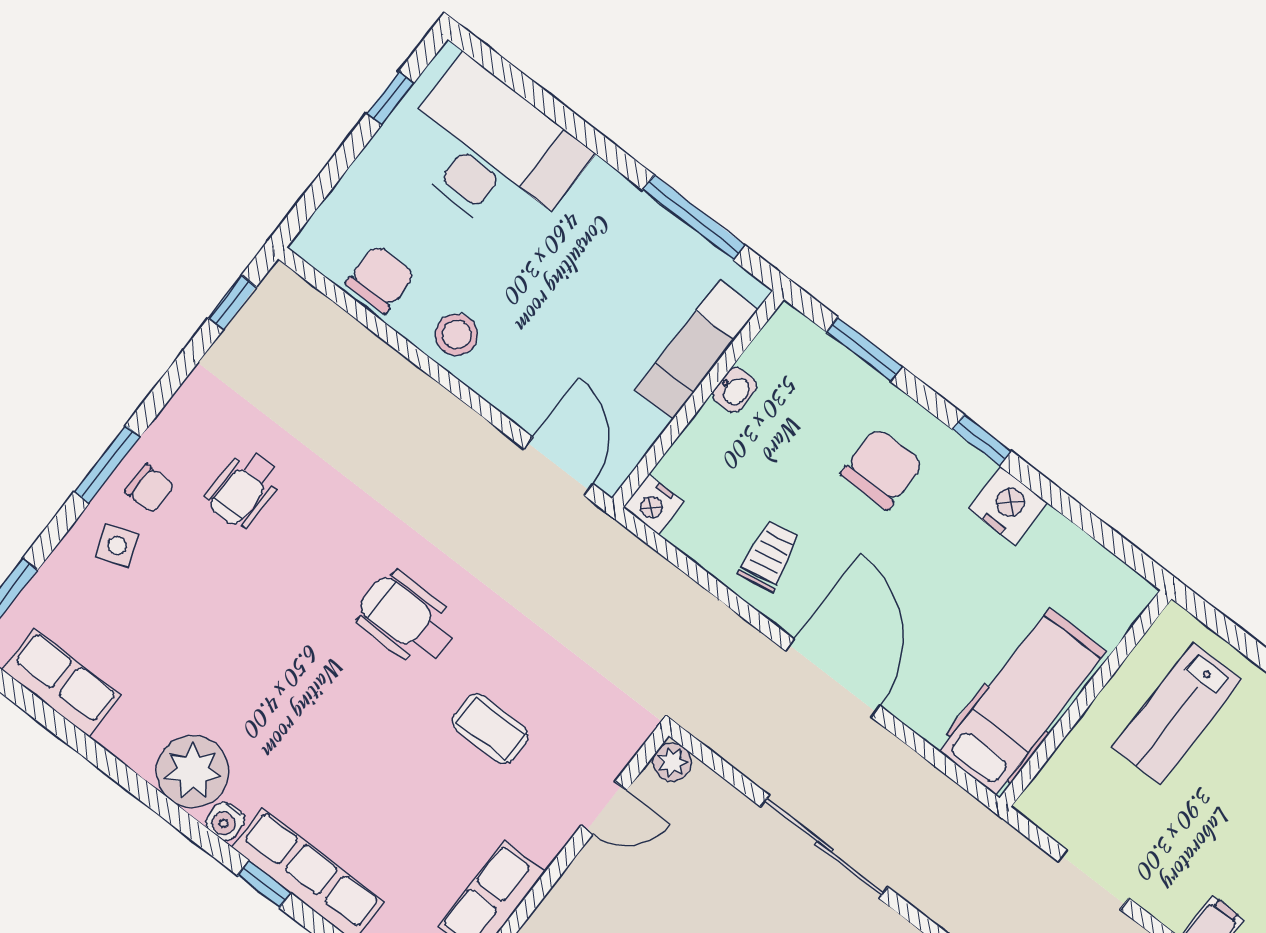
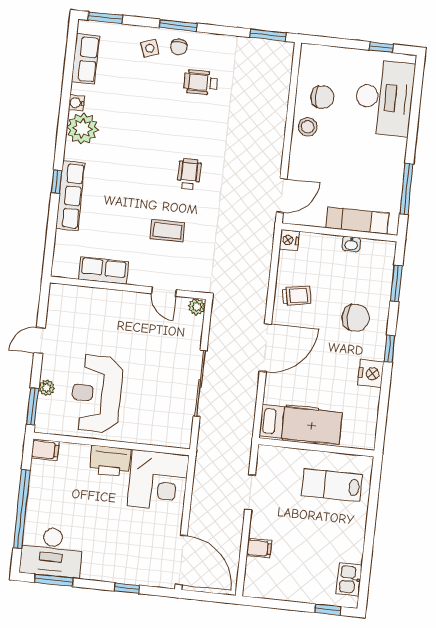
chair: (380, 279) -> (322, 97), moved
window: (232, 302) -> (268, 35), width x1.50
wheelchair: (407, 619) -> (189, 174), width x0.73, depth x0.73
coffee table: (490, 729) -> (167, 231), turned 90
water cooler: (225, 821) -> (76, 103), moved

